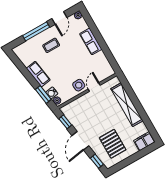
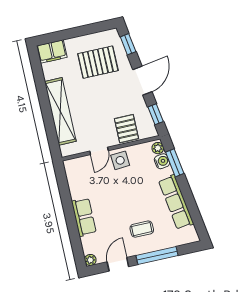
row of seats: (38, 74) -> (176, 202), width x1.48
pallet: (81, 107) -> (126, 129), added
pallet: (113, 144) -> (98, 62), turned 90

